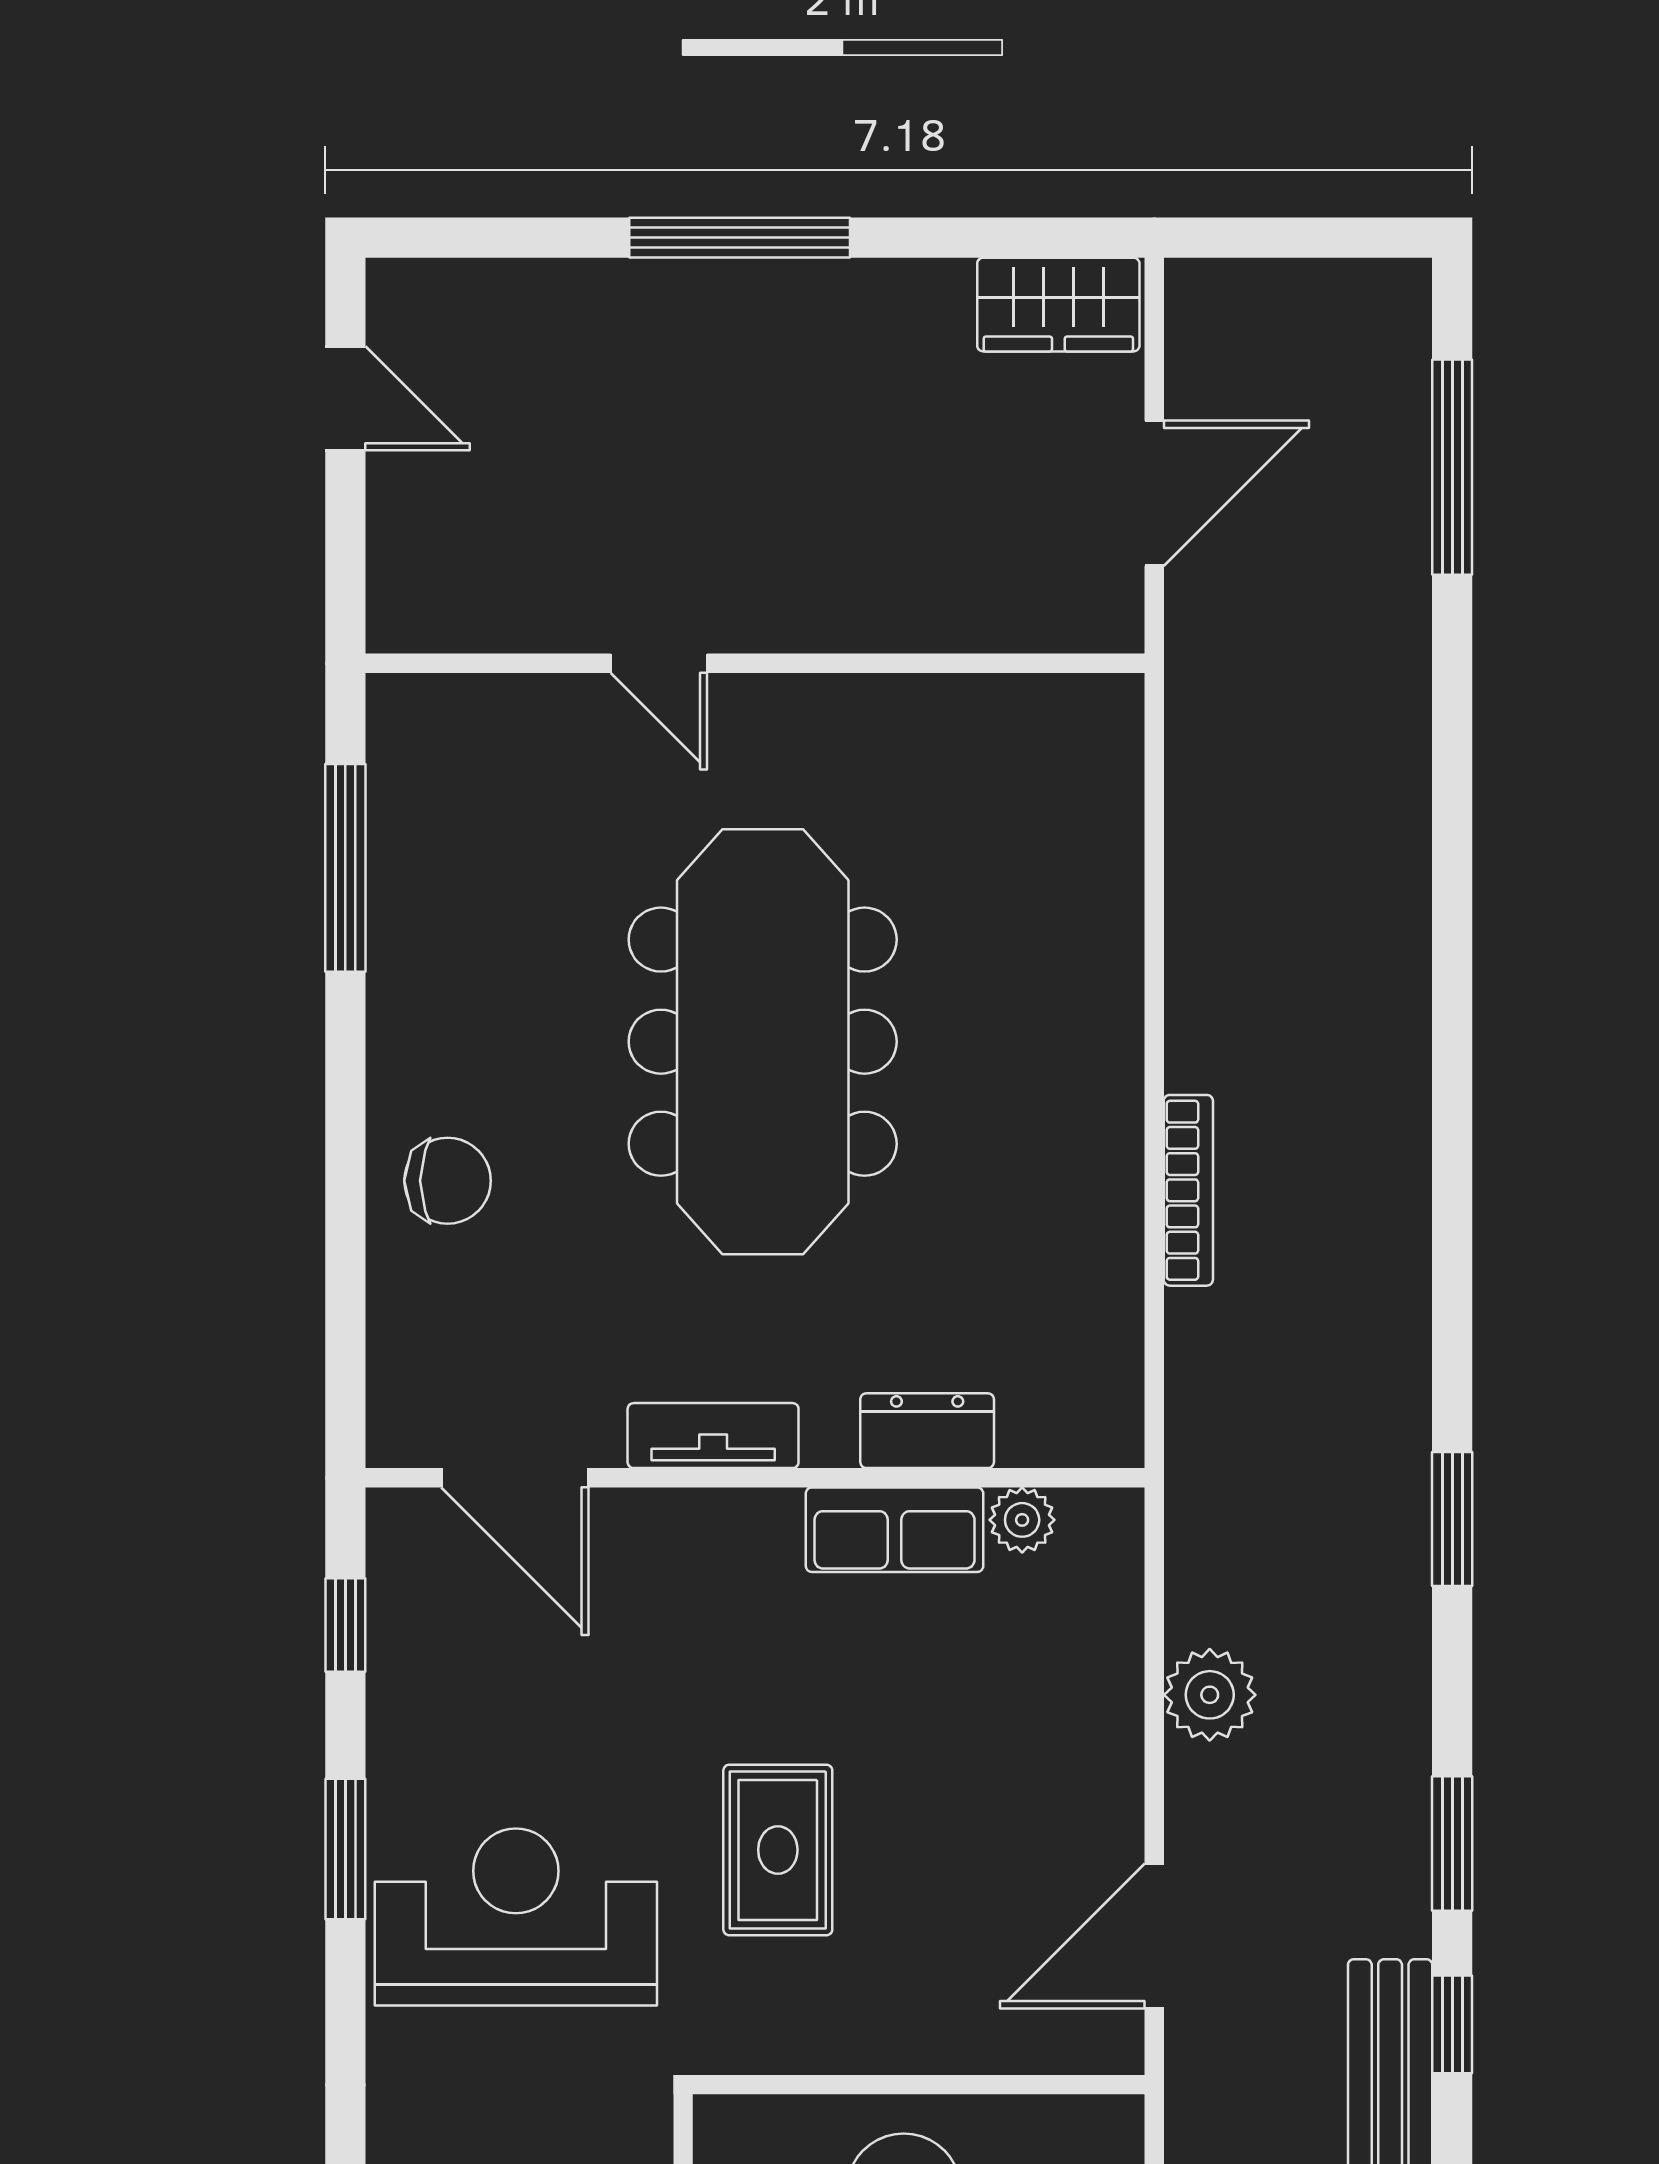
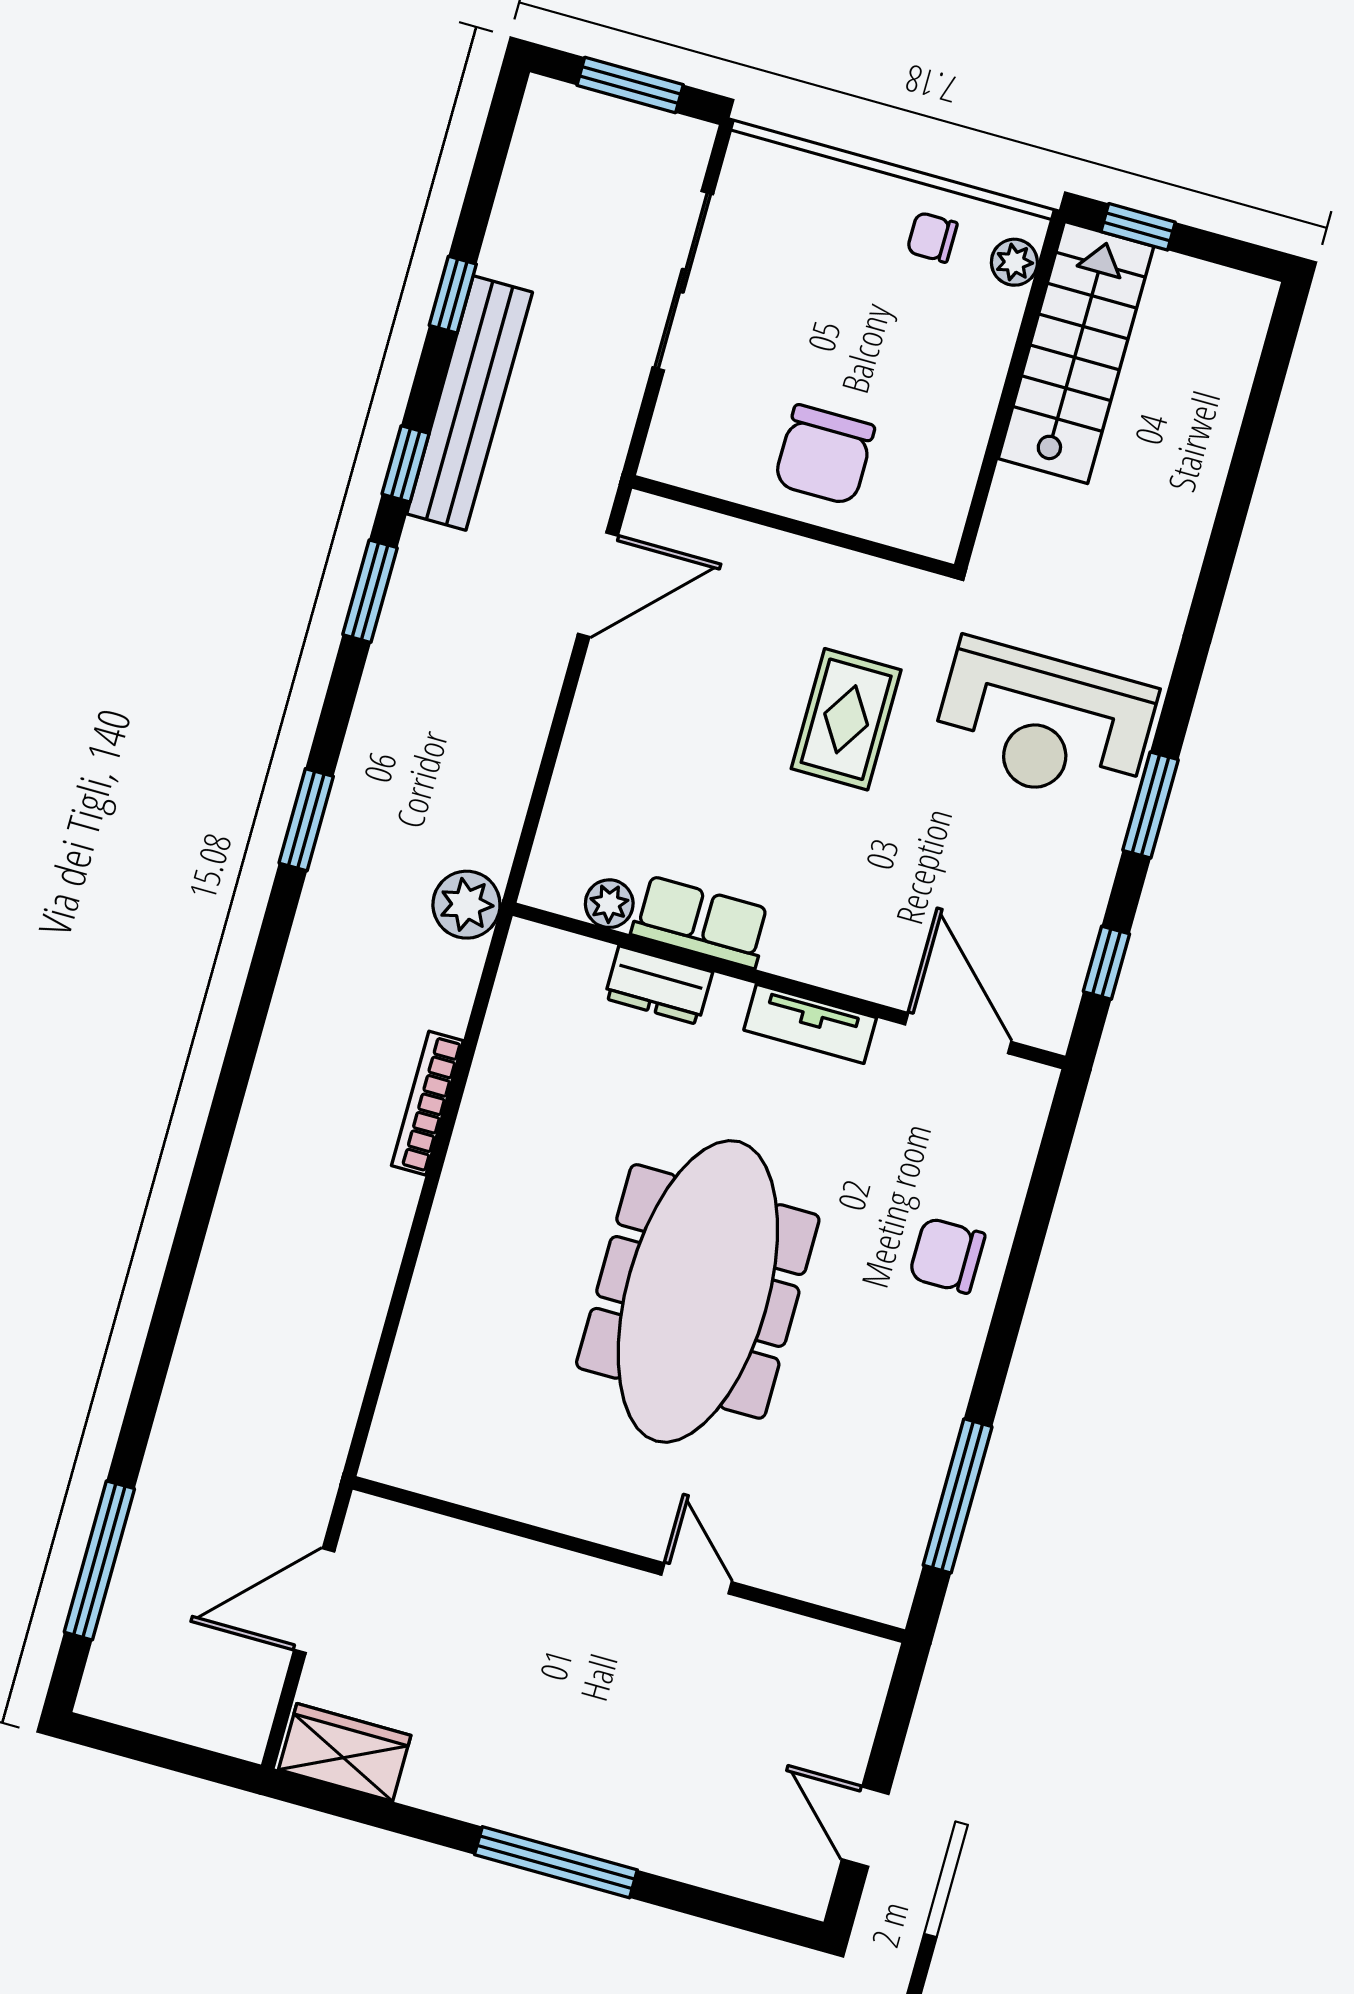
plant: (1210, 1695) -> (466, 905), moved

